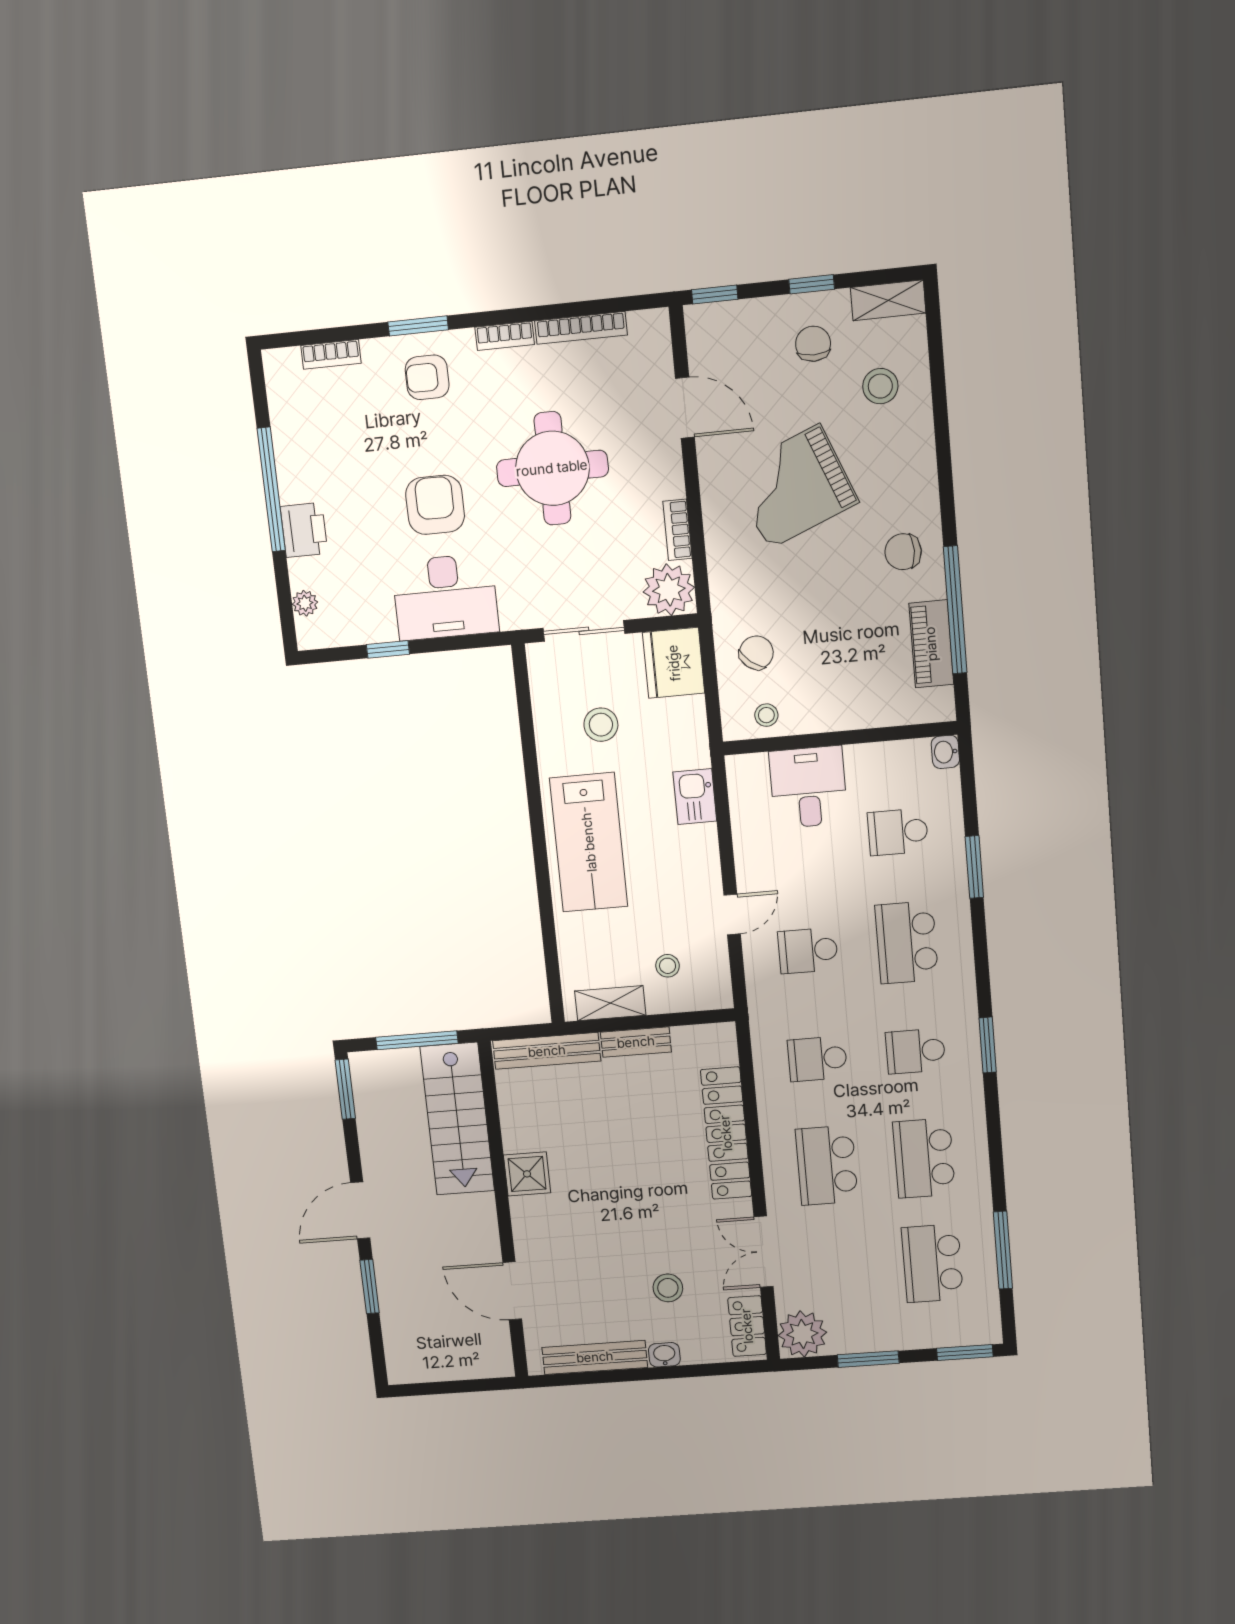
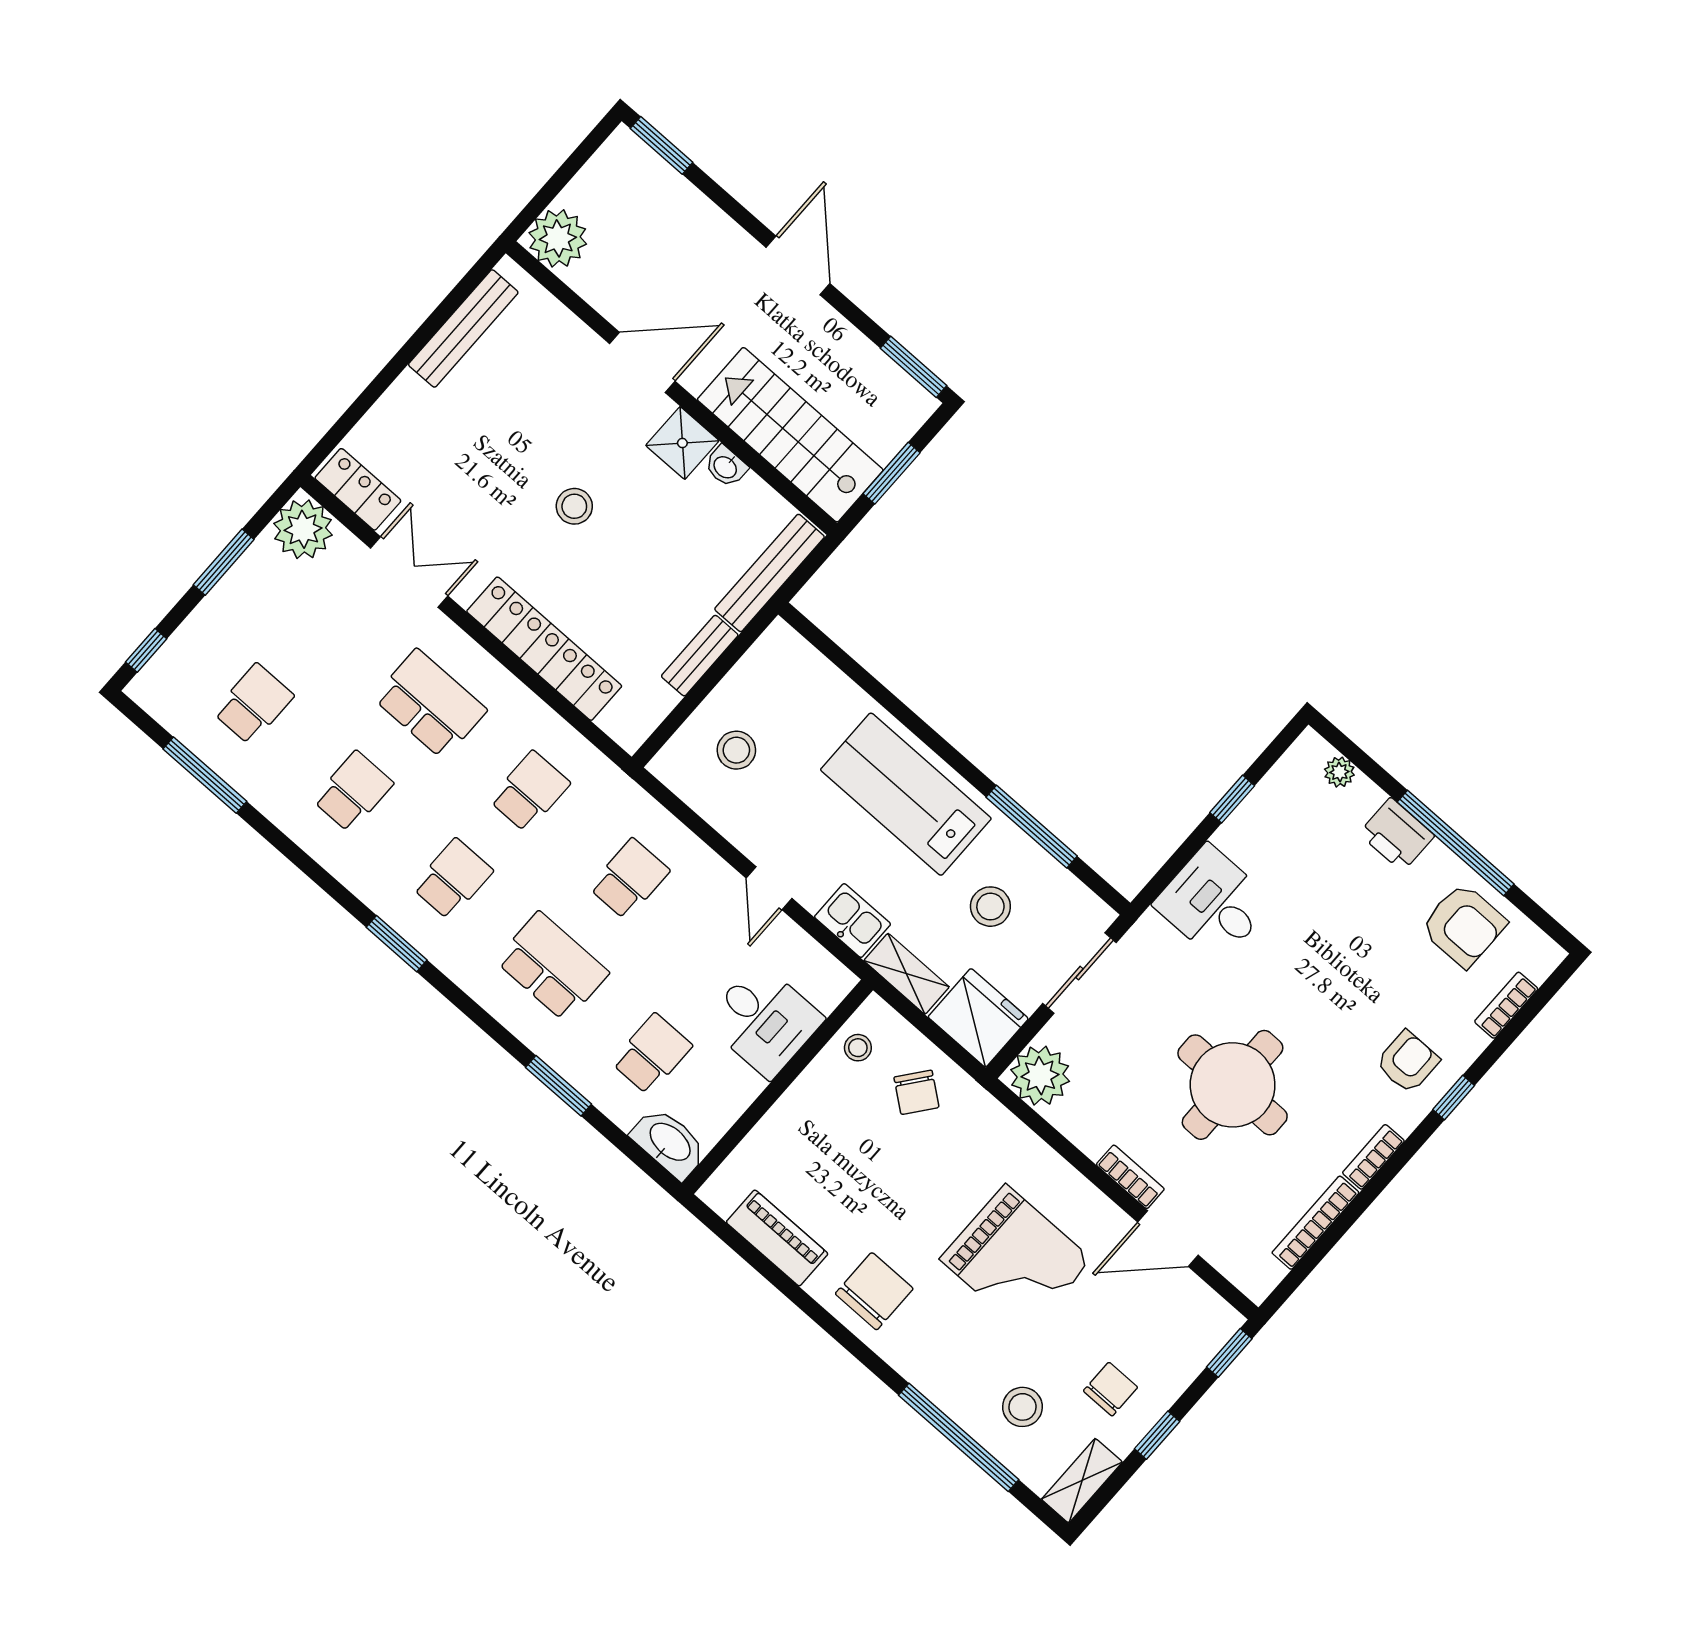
window: (418, 326) -> (1454, 1097), width x0.67
chair: (813, 344) -> (1111, 1389), turned -90
grand piano: (794, 487) -> (1016, 1259), turned 112
armchair: (435, 505) -> (1464, 925), moved
bookcase: (677, 530) -> (1130, 1177), moved
chair: (903, 552) -> (874, 1291), width x1.37, depth x1.37
desk: (445, 597) -> (1213, 903), width x0.73
window: (955, 610) -> (959, 1437), moved
window: (529, 750) -> (1032, 827), added
washbasin: (945, 752) -> (669, 1143), width x1.91, depth x1.45
door: (732, 914) -> (769, 888), moved
stool: (668, 966) -> (736, 750), width x1.37, depth x1.37
shelving: (610, 1003) -> (907, 974), moved, turned 90
window: (417, 1040) -> (892, 473), width x0.69
school desk: (924, 1158) -> (353, 792), width x0.54
school desk: (932, 1263) -> (253, 704), width x0.54
window: (370, 1286) -> (662, 145), moved
stool: (668, 1288) -> (574, 506), moved
door: (512, 1291) -> (642, 362), moved
window: (965, 1353) -> (146, 650), width x0.67
washbasin: (664, 1355) -> (726, 467), moved, turned 90
plant: (489, 1356) -> (558, 238), added

